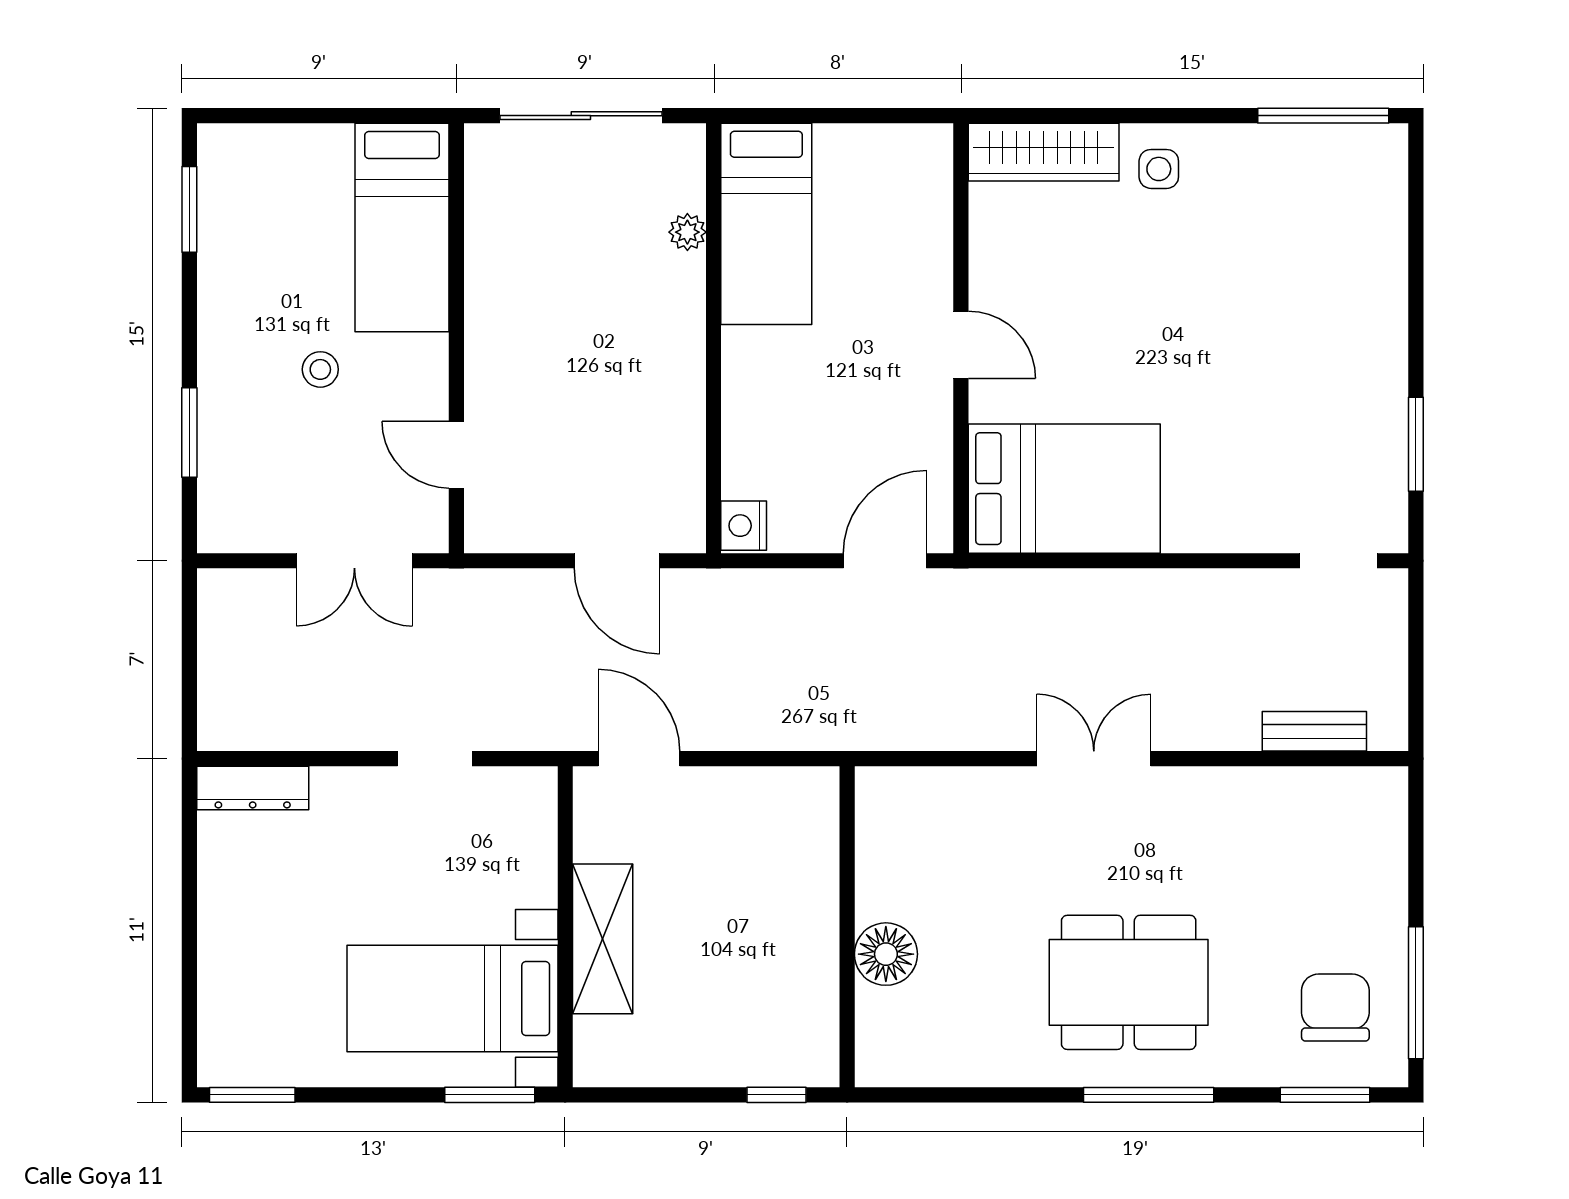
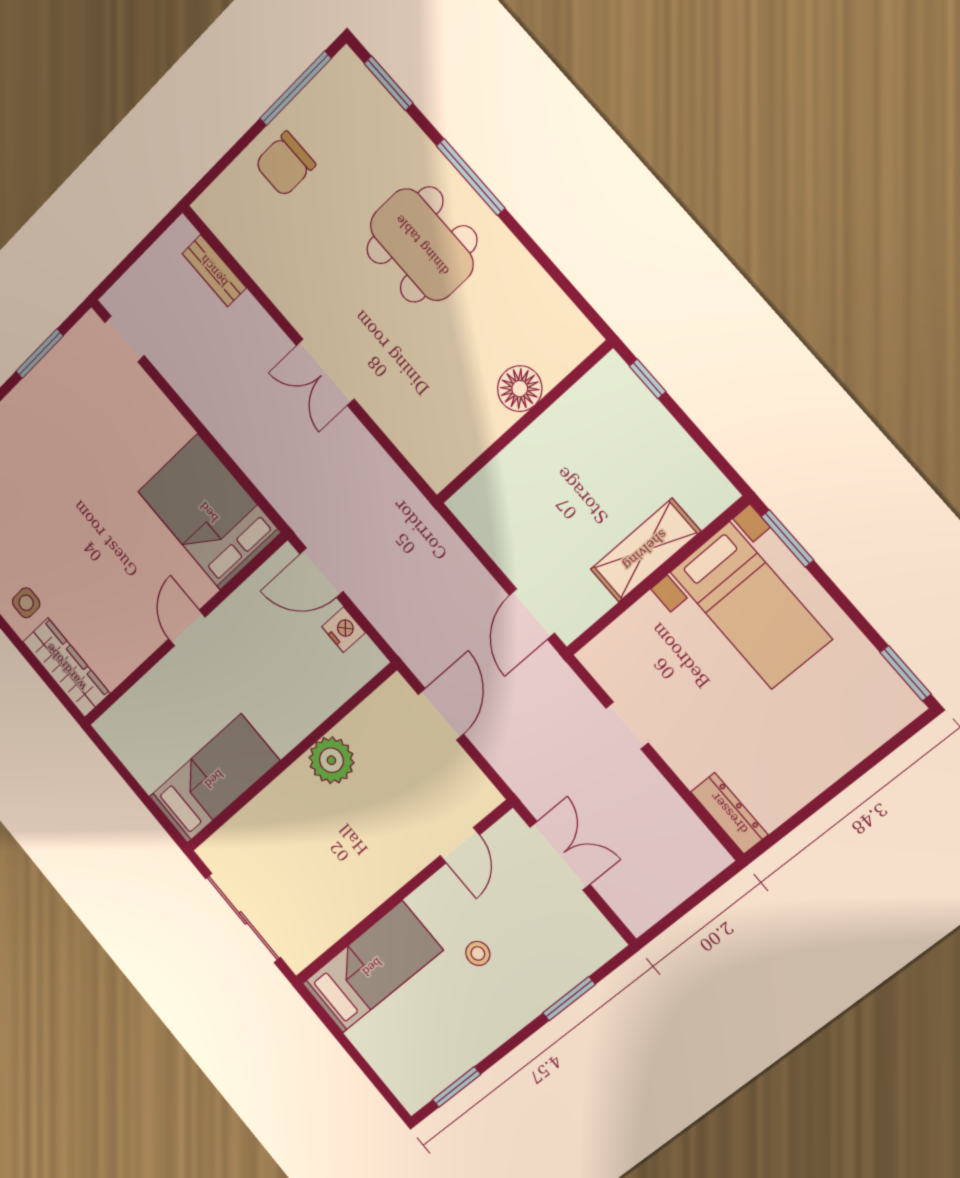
plant: (687, 232) -> (331, 760), moved, width x1.88, depth x1.88
nightstand: (744, 526) -> (344, 630), moved, turned -90
chair: (1335, 1008) -> (285, 164), moved

